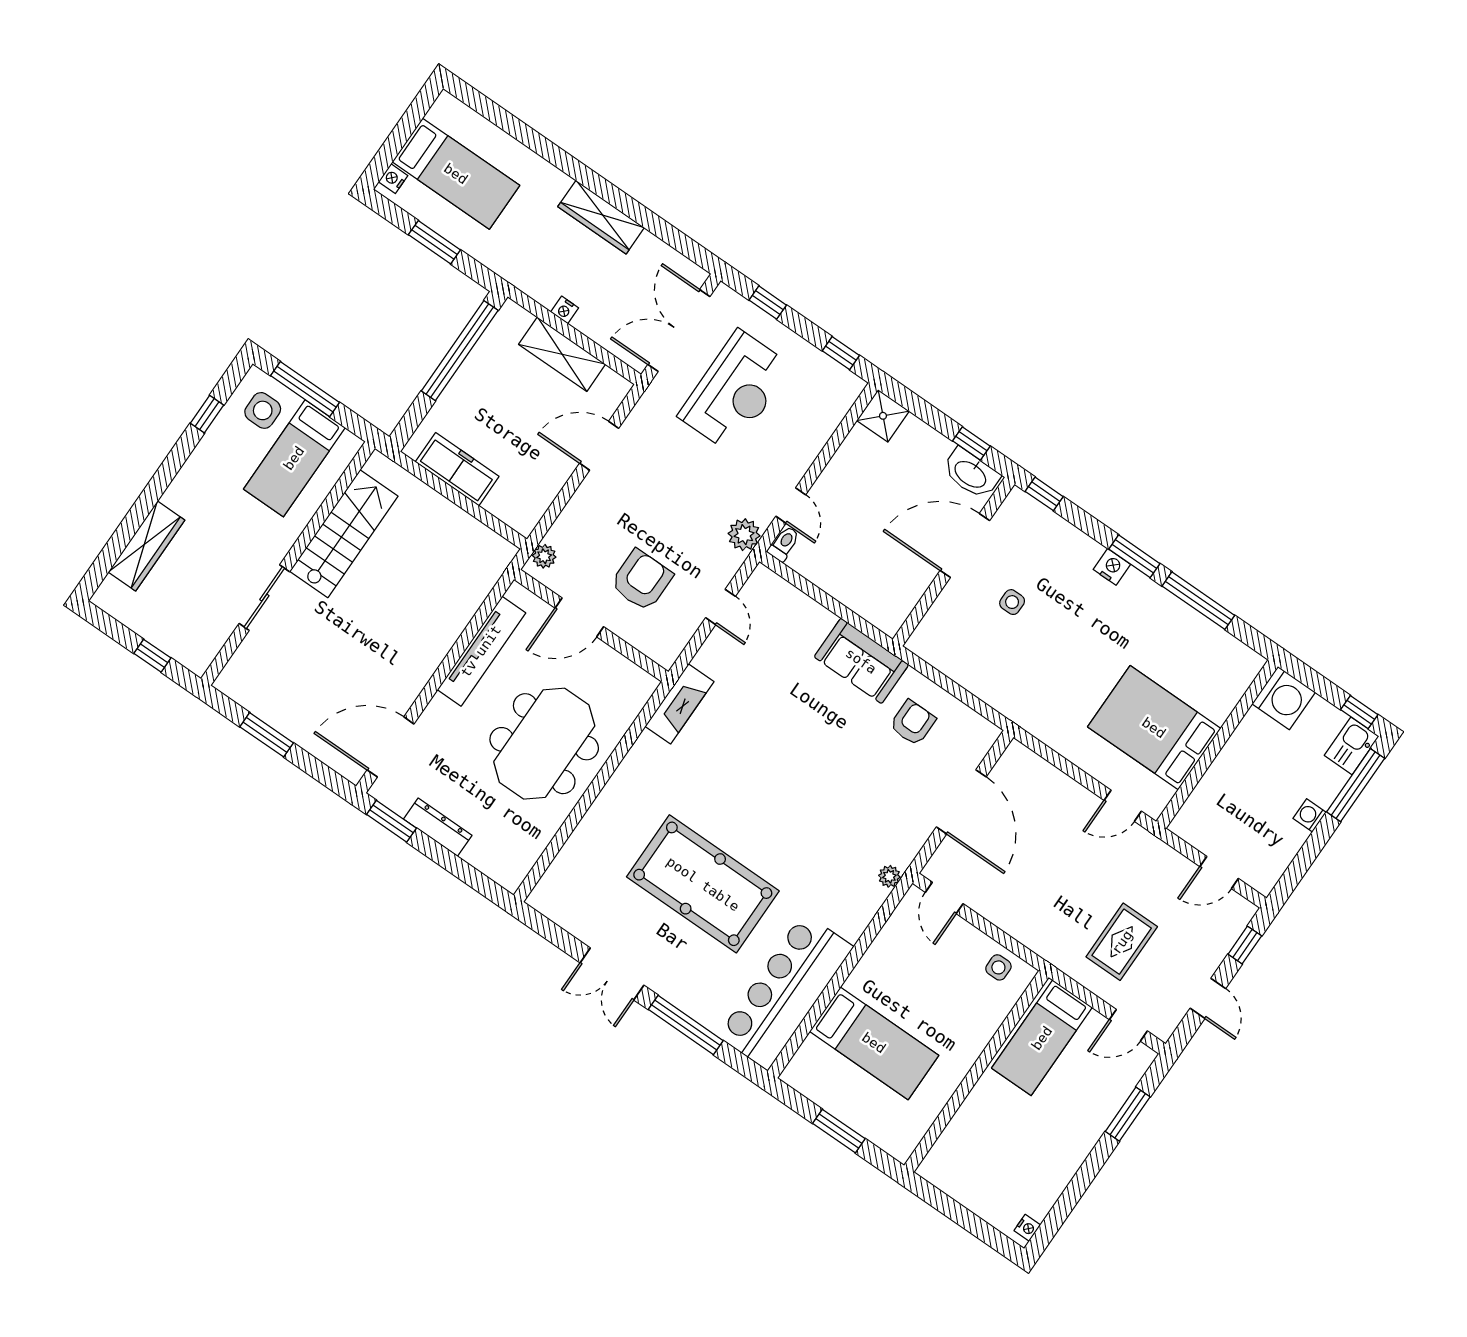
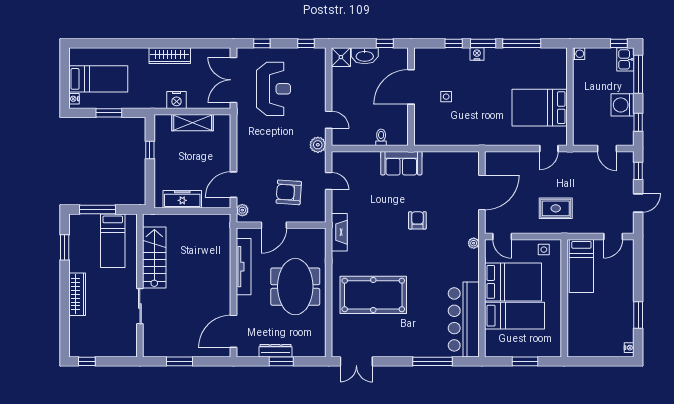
nightstand: (565, 310) -> (177, 100), width x1.89, depth x1.79
window: (460, 351) -> (150, 150), width x0.32
side table: (263, 410) -> (86, 230), removed
window: (207, 414) -> (65, 247), width x1.50
door: (599, 446) -> (234, 185), moved
washbasin: (971, 474) -> (365, 56), moved
window: (1044, 494) -> (454, 43), moved
toilet: (784, 544) -> (381, 137), moved
wardrobe: (146, 546) -> (77, 294), moved
armchair: (642, 580) -> (289, 192), turned -86
window: (152, 656) -> (87, 361), moved
washing machine: (1284, 698) -> (579, 54), width x0.53, depth x0.53
armchair: (913, 723) -> (417, 220), moved
door: (961, 802) -> (482, 193), hinge flipped
washing machine: (1310, 815) -> (622, 105), width x1.89, depth x1.89
window: (391, 821) -> (281, 361), moved
window: (1301, 865) -> (638, 122), added
door: (1219, 872) -> (607, 148), hinge flipped
pool table: (703, 884) -> (373, 295), moved
rug: (1122, 942) -> (556, 208), moved, turned 90
double door: (612, 974) -> (356, 361), moved
bed: (910, 986) -> (513, 282), added
door: (1208, 998) -> (638, 203), hinge flipped
window: (1128, 1114) -> (638, 315), moved

